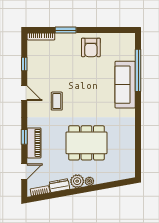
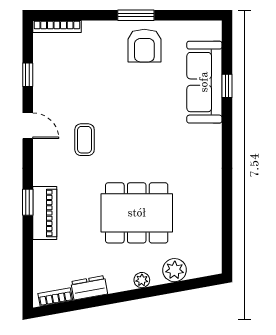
window: (66, 30) -> (136, 15), moved
window: (138, 70) -> (227, 86), width x0.32
sofa: (125, 85) -> (204, 82), moved
door: (24, 172) -> (28, 263), removed
plant: (77, 181) -> (175, 270), moved

